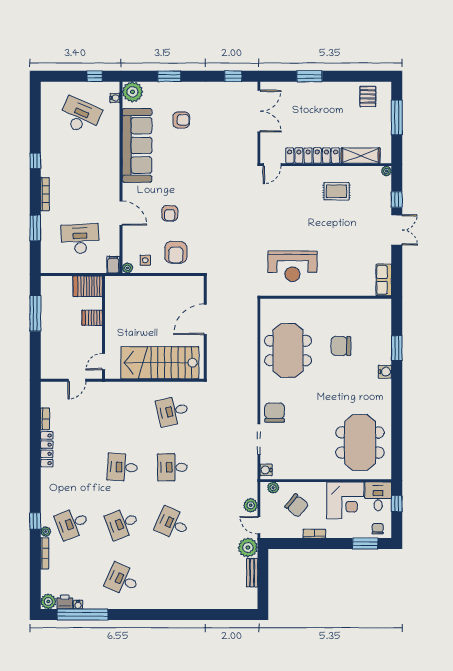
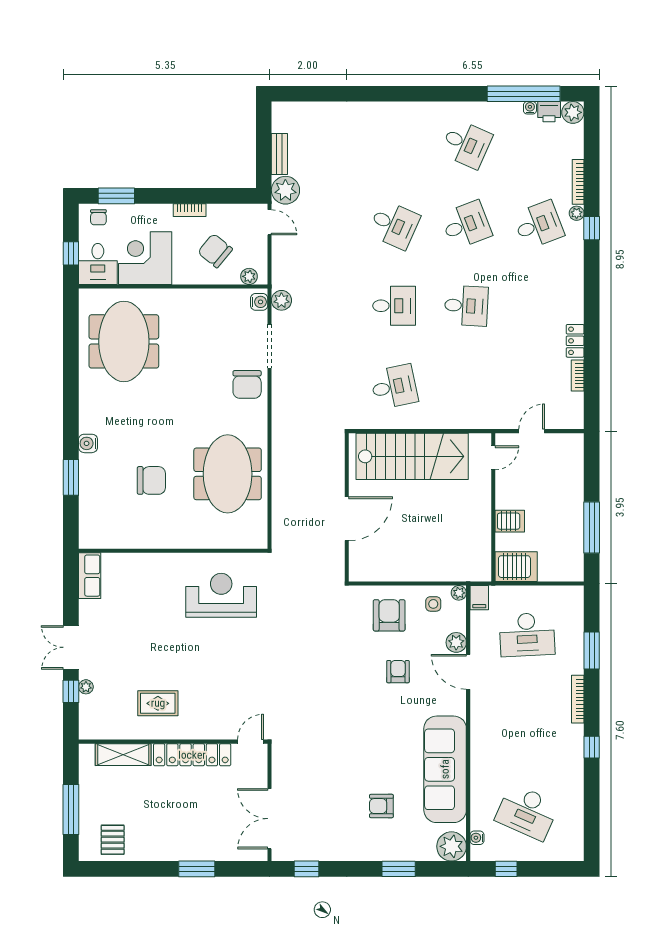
plant: (386, 171) -> (86, 687), moved
plant: (129, 233) -> (456, 642), added
locker: (47, 449) -> (575, 341), width x0.66
plant: (251, 505) -> (281, 300), moved

